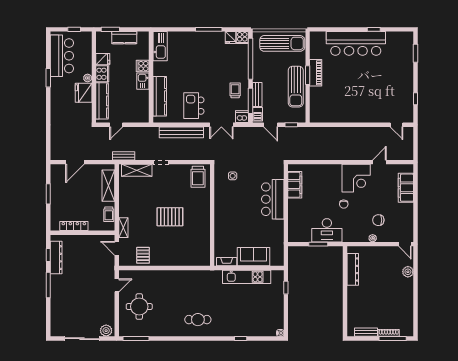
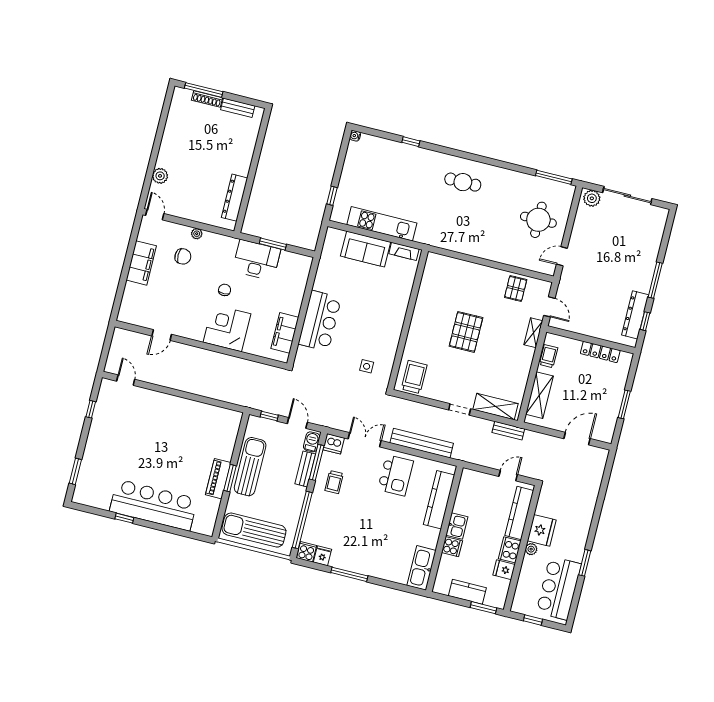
corner desk: (356, 178) -> (227, 328), moved
filing cabinet: (406, 188) -> (141, 263), moved
pallet: (170, 217) -> (466, 332), turned 90

